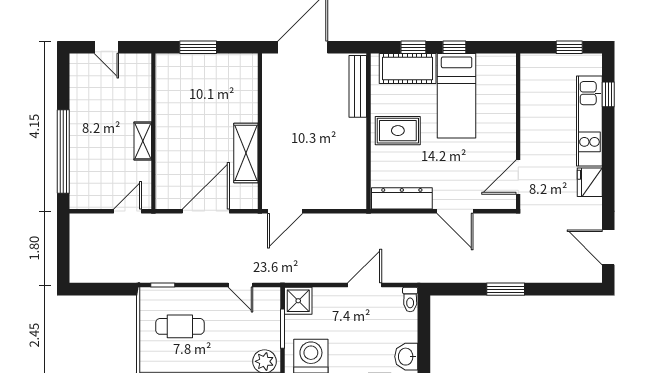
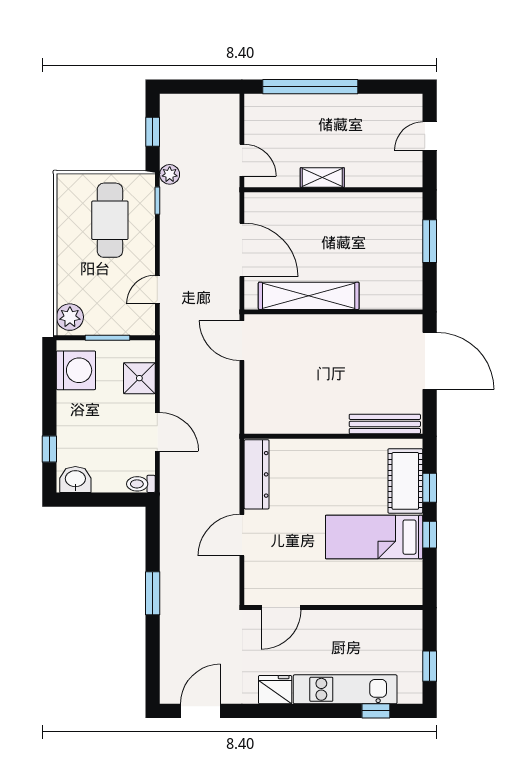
rug: (398, 131) -> (334, 470), removed
shelving: (246, 153) -> (309, 296), width x1.47
door: (518, 177) -> (281, 608), swing flipped
plant: (140, 274) -> (170, 174), added
window: (103, 289) -> (153, 132), added
shower: (298, 301) -> (139, 378), moved
cafe table: (180, 326) -> (110, 220), width x1.37, depth x1.35

